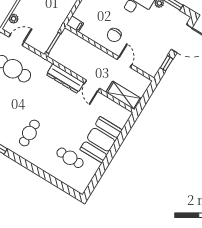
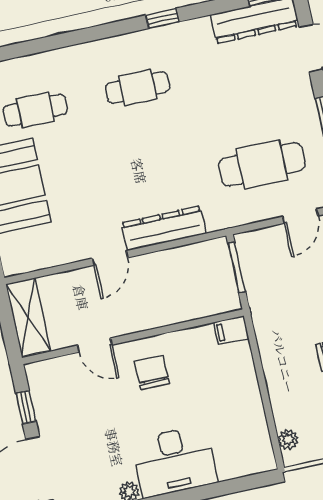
door: (92, 86) -> (110, 258), swing flipped
shelving: (124, 95) -> (28, 317), moved, turned 90
cafe table: (29, 133) -> (138, 88), turned 90

